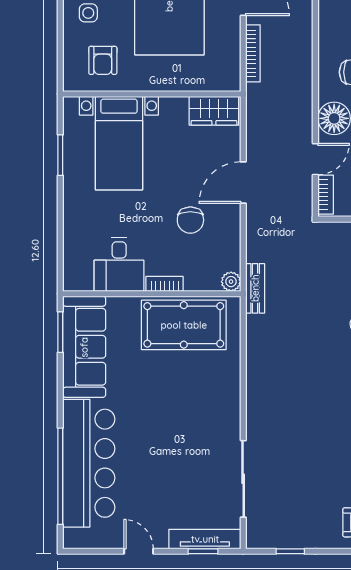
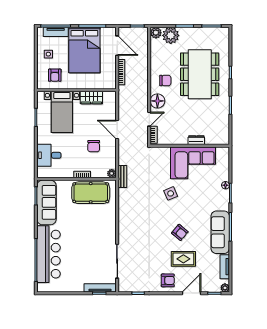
wardrobe: (214, 111) -> (91, 98), moved
door: (243, 183) -> (117, 130), hinge flipped
desk: (119, 264) -> (49, 155), moved, turned 90
door: (139, 551) -> (71, 293), removed

